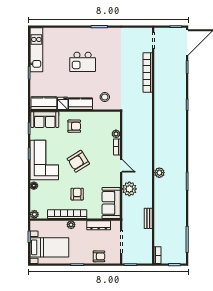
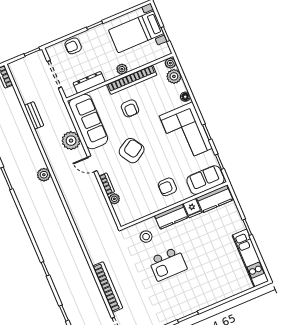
kitchen island: (83, 62) -> (168, 264), moved, turned 180
armchair: (78, 161) -> (132, 151), moved
sofa: (111, 203) -> (88, 122), width x1.36
plant: (36, 204) -> (174, 76), added

